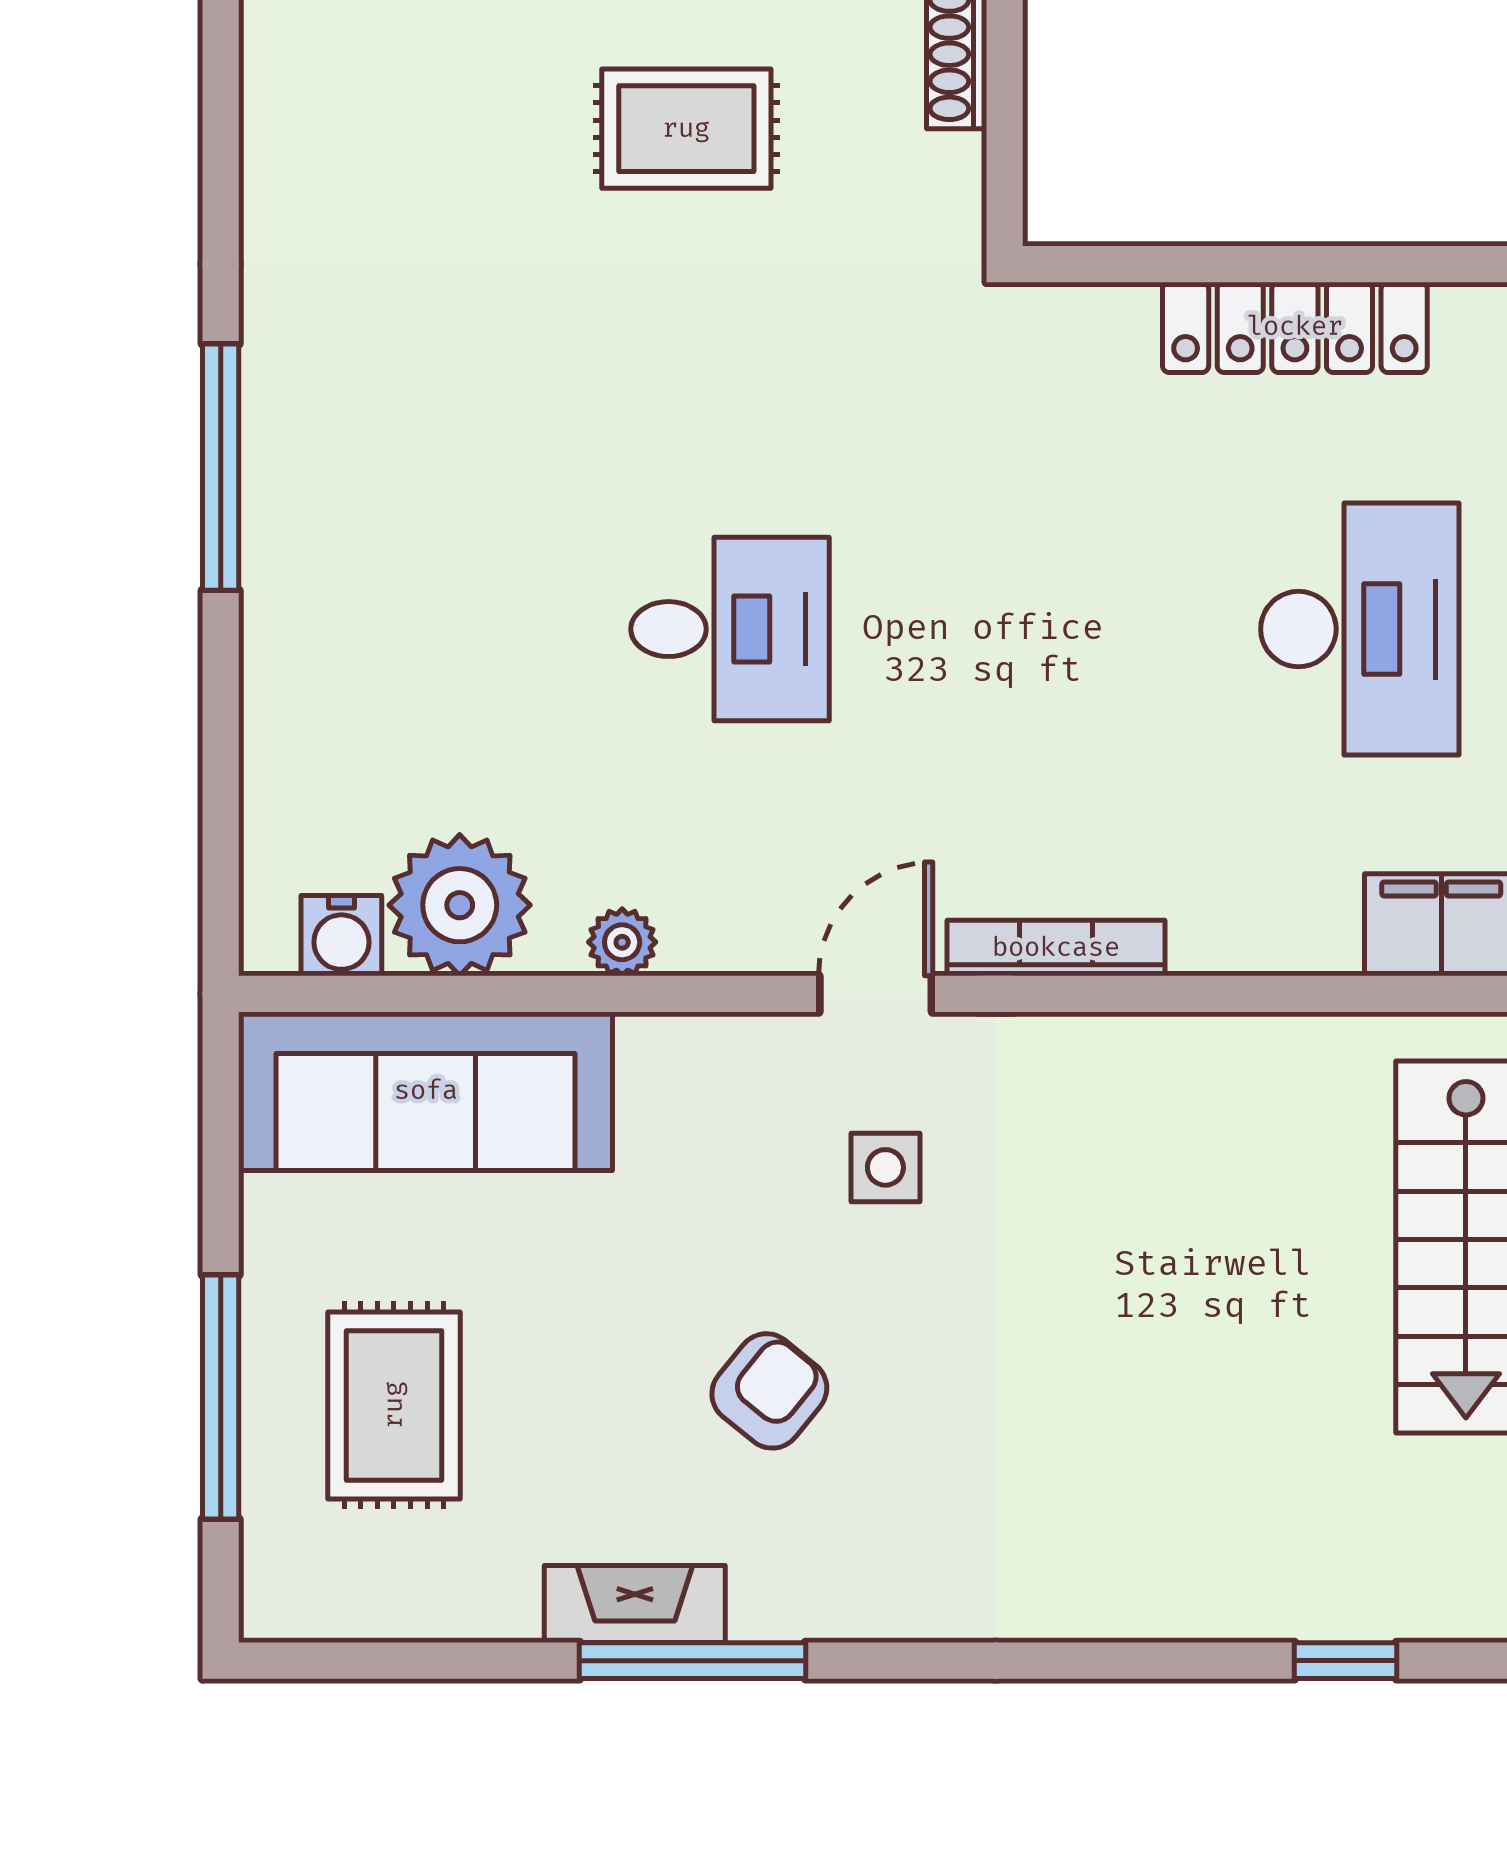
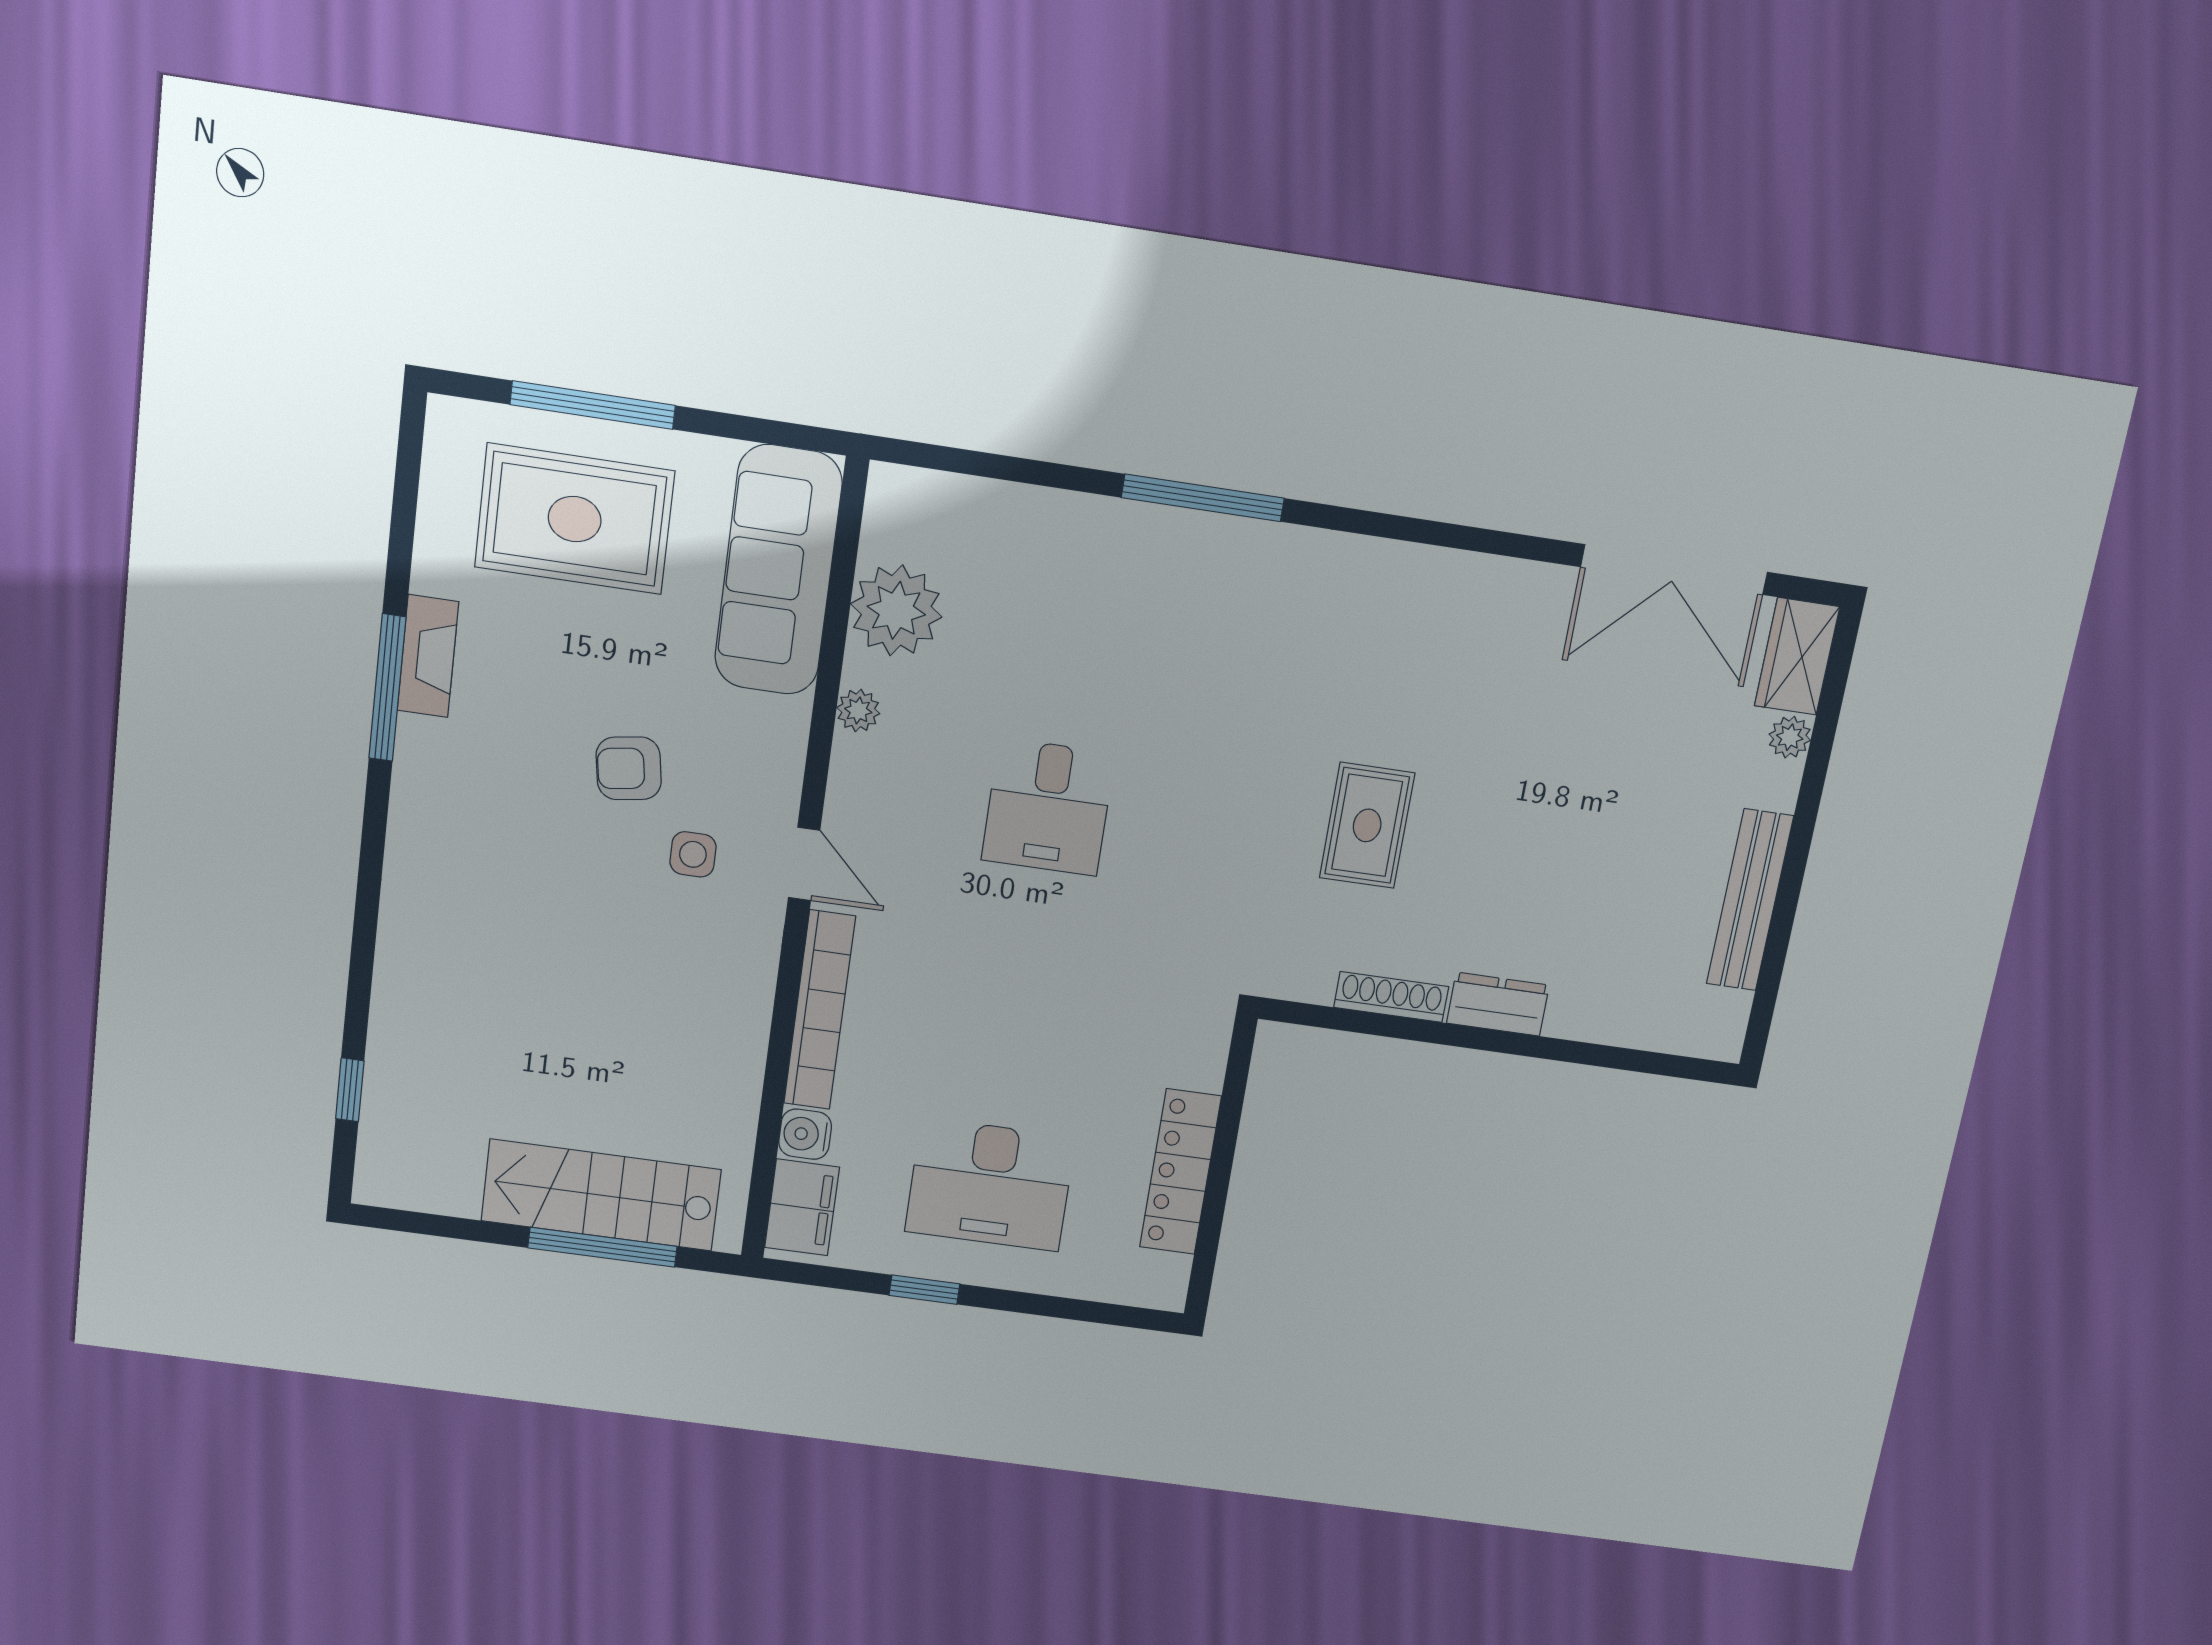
water cooler: (341, 936) -> (805, 1134), moved
bookcase: (1056, 948) -> (820, 1010), width x1.48, depth x1.31
armchair: (769, 1391) -> (629, 768), moved, turned 132
rug: (394, 1405) -> (575, 519), width x1.36, depth x1.43

